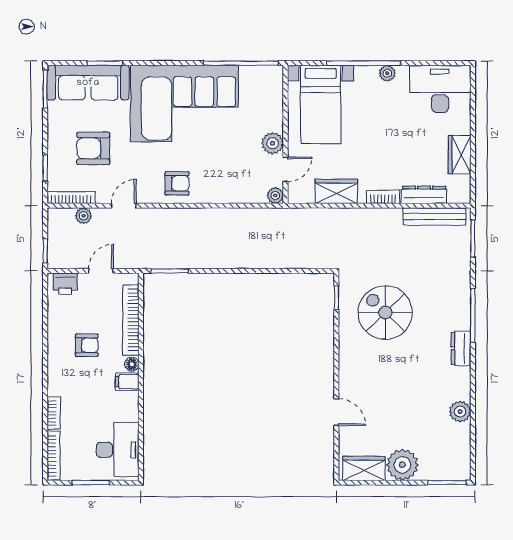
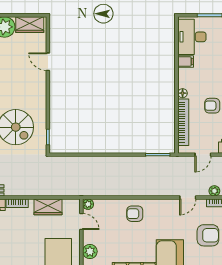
plant: (273, 143) -> (90, 251), moved
door: (285, 169) -> (81, 222), swing flipped
armchair: (177, 183) -> (135, 214), moved
filing cabinet: (127, 382) -> (186, 62), moved

